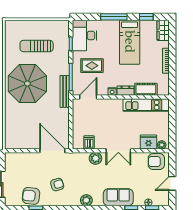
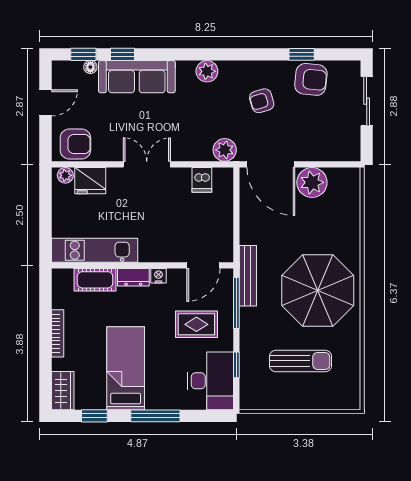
plant: (30, 141) -> (312, 182), added
plant: (96, 158) -> (225, 150), moved
sofa: (118, 197) -> (137, 77), width x1.36

